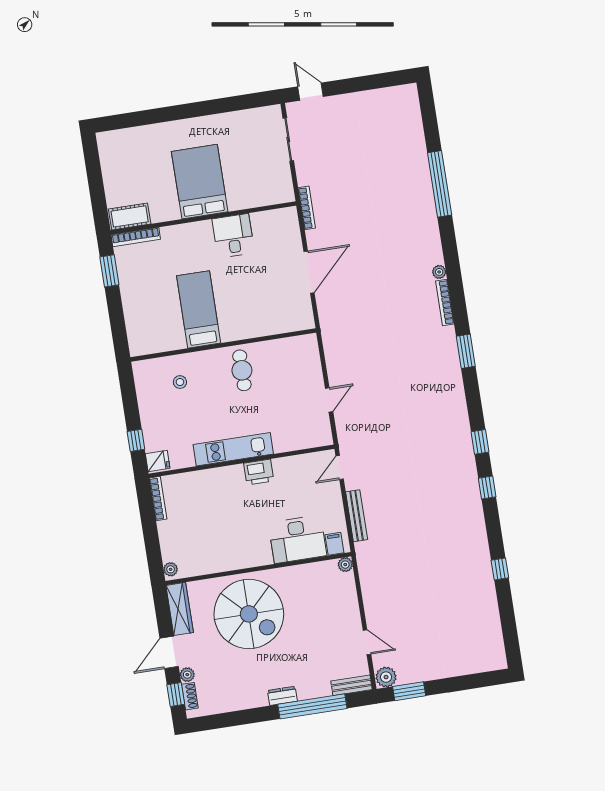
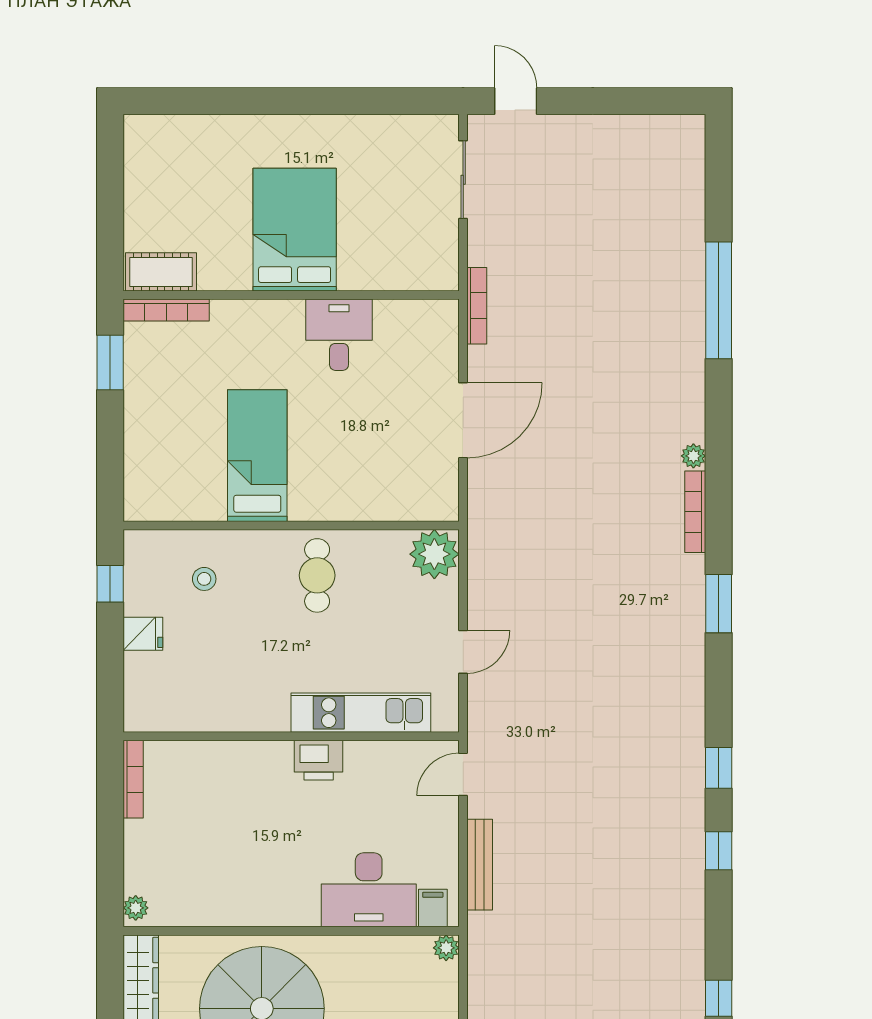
plant: (305, 348) -> (434, 554), added
window: (136, 440) -> (110, 584), moved
kitchen unit: (233, 449) -> (361, 713), moved
fridge: (158, 461) -> (143, 634), moved

